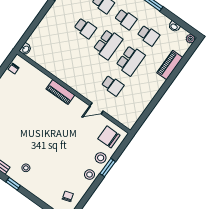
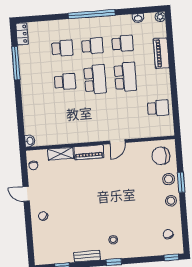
shelving: (40, 76) -> (61, 154), added
school desk: (113, 86) -> (158, 108), moved
door: (97, 108) -> (117, 142), moved

